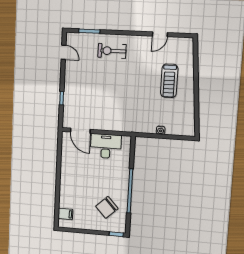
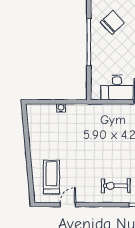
exercise bike: (112, 51) -> (116, 186), turned 180
treadmill: (169, 81) -> (51, 177), moved

